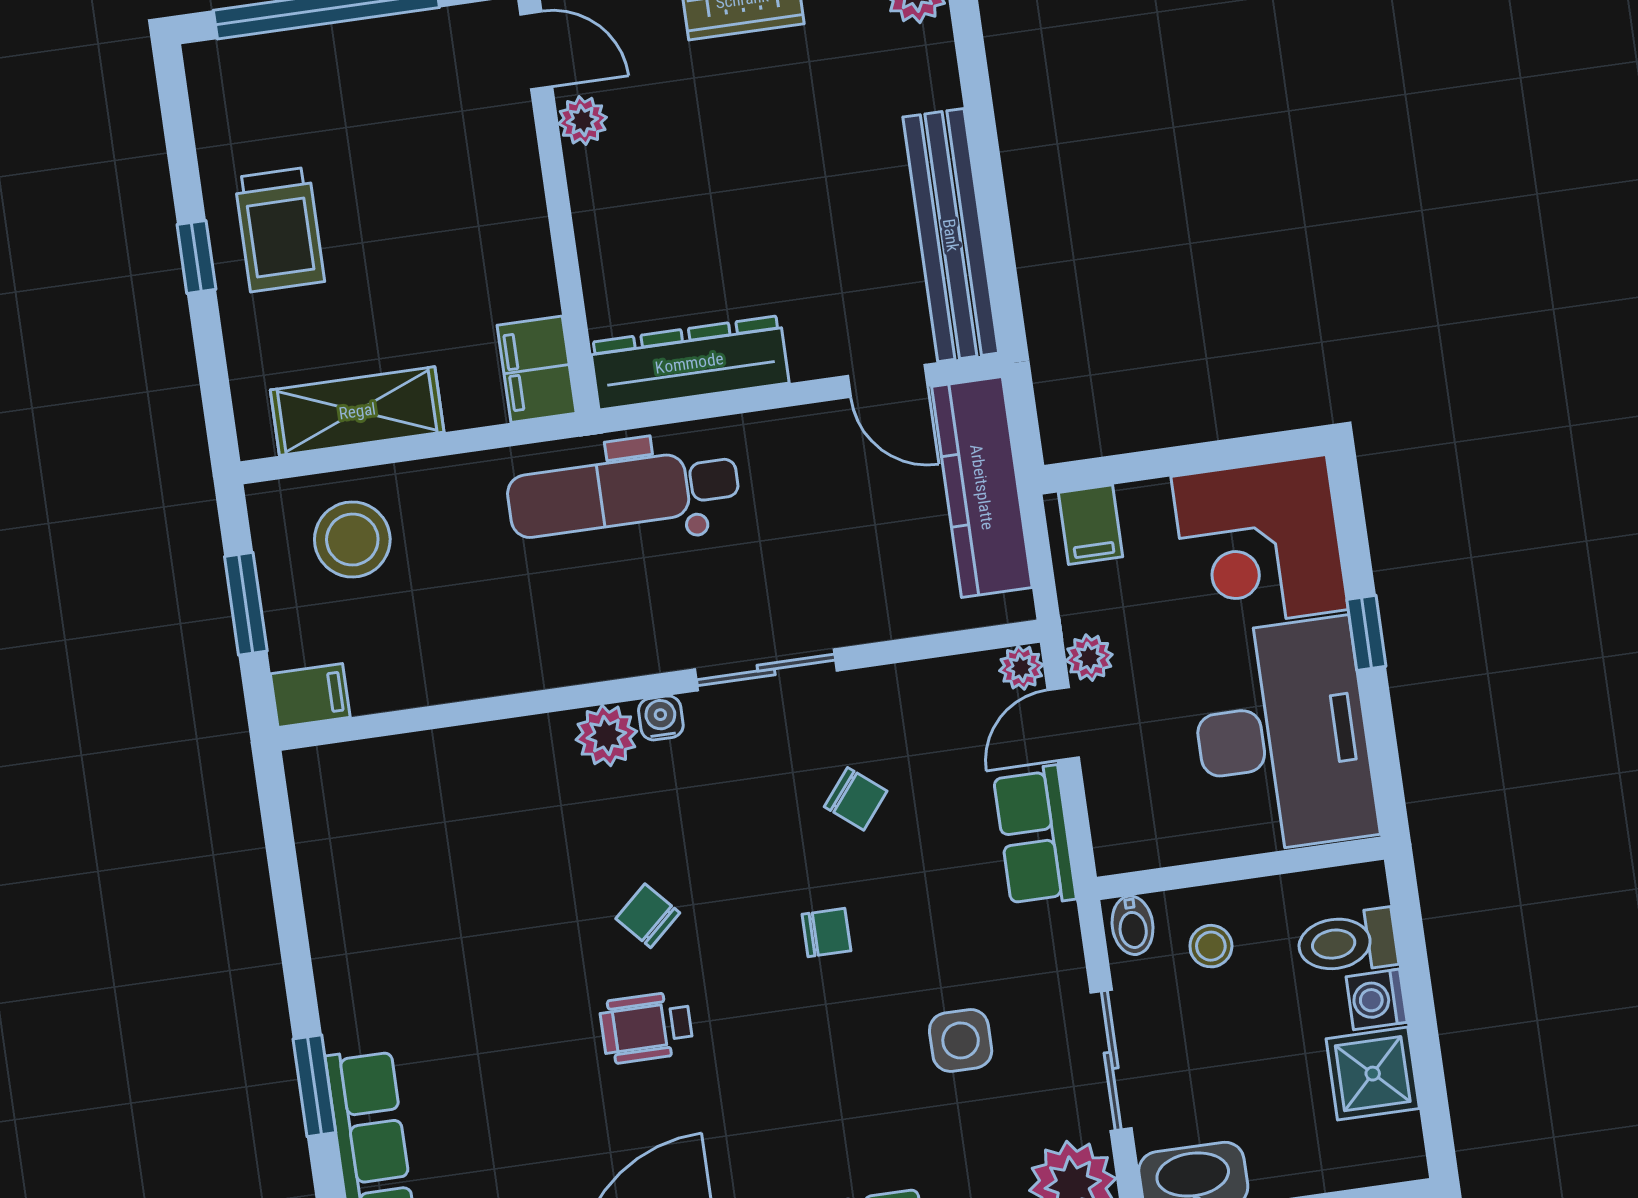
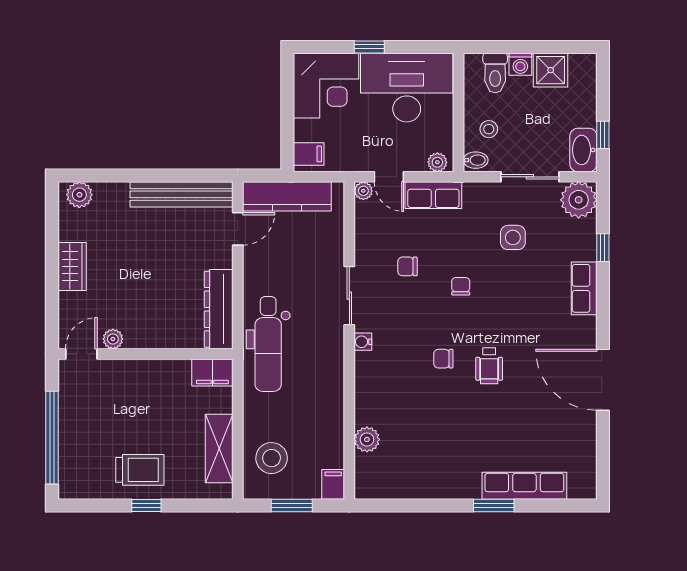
plant: (1089, 658) -> (437, 162), moved
plant: (606, 735) -> (367, 439), moved
chair: (856, 799) -> (408, 266), turned -129
chair: (648, 916) -> (443, 359), turned 42

